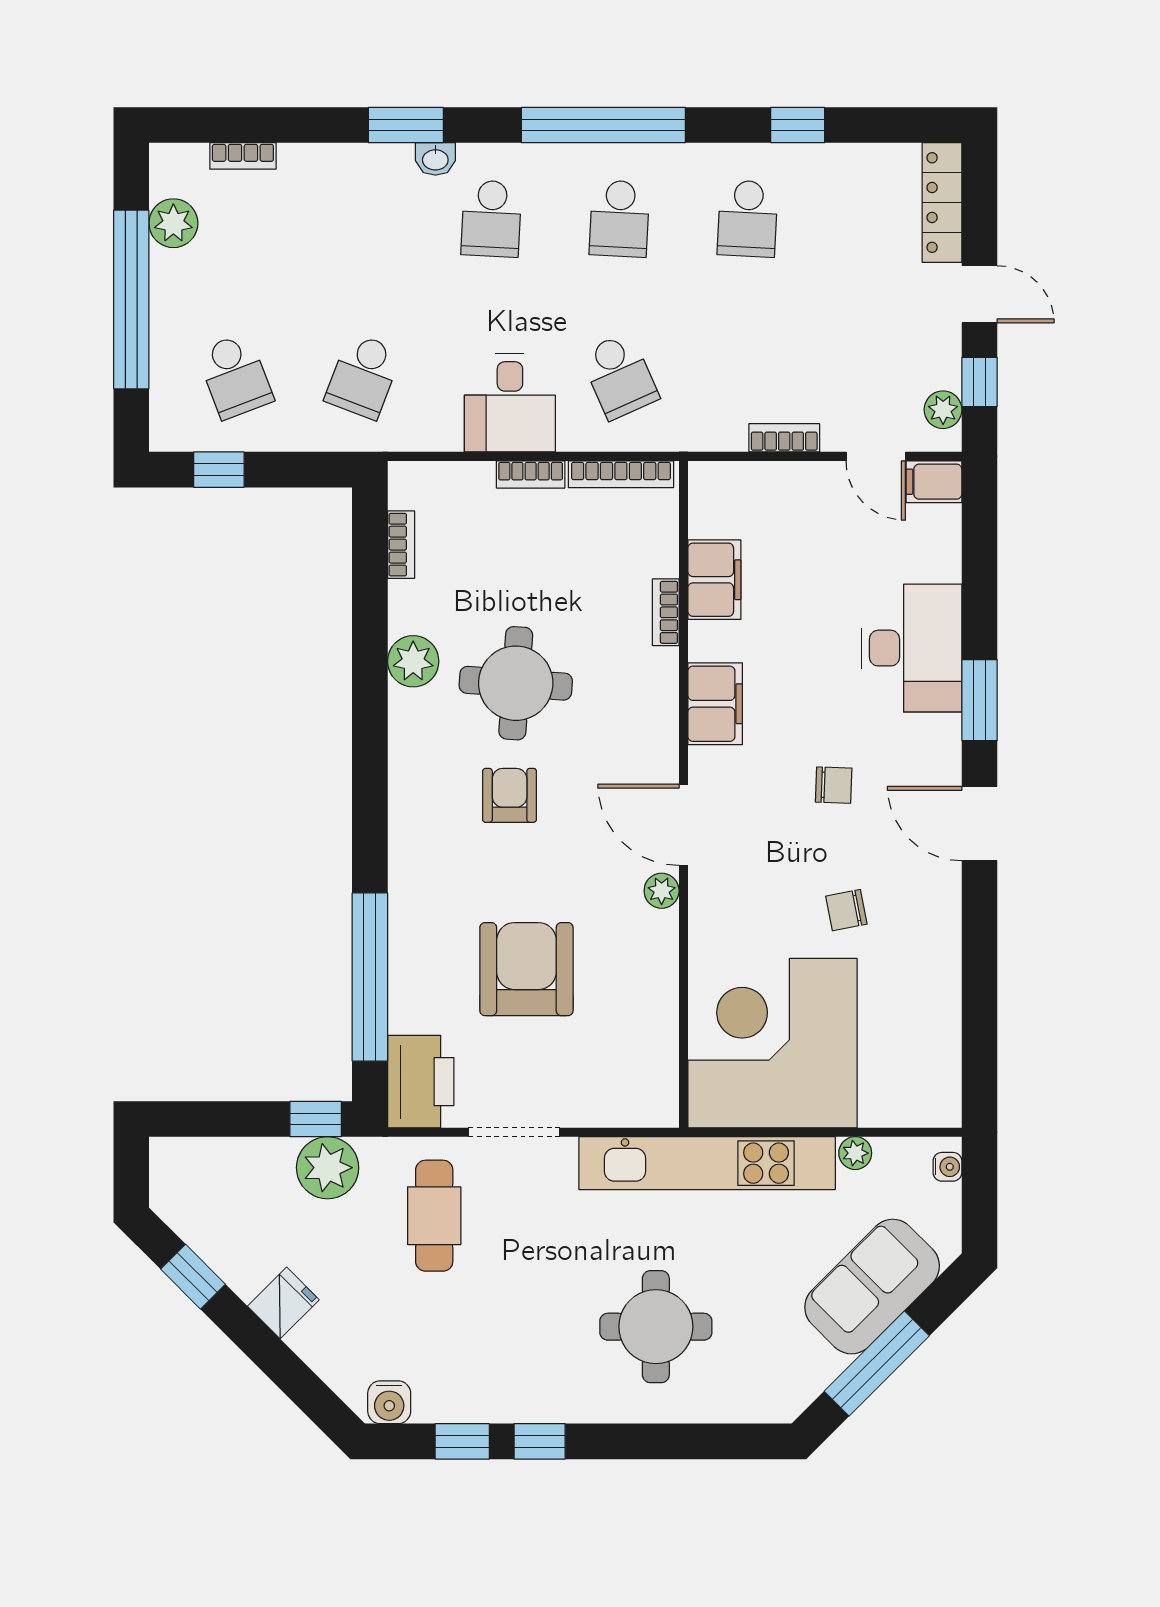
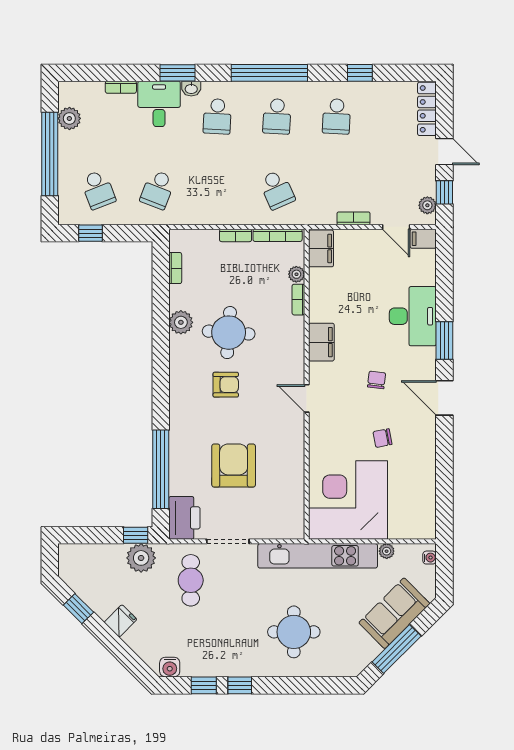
bookcase: (243, 156) -> (121, 87), moved
desk: (510, 403) -> (159, 104), moved, turned 180
filing cabinet: (714, 580) -> (321, 248), moved
chair: (834, 785) -> (377, 380), turned -85
armchair: (510, 795) -> (226, 385), turned 90
door: (683, 825) -> (307, 398), width x0.73
plant: (662, 891) -> (296, 274), moved

